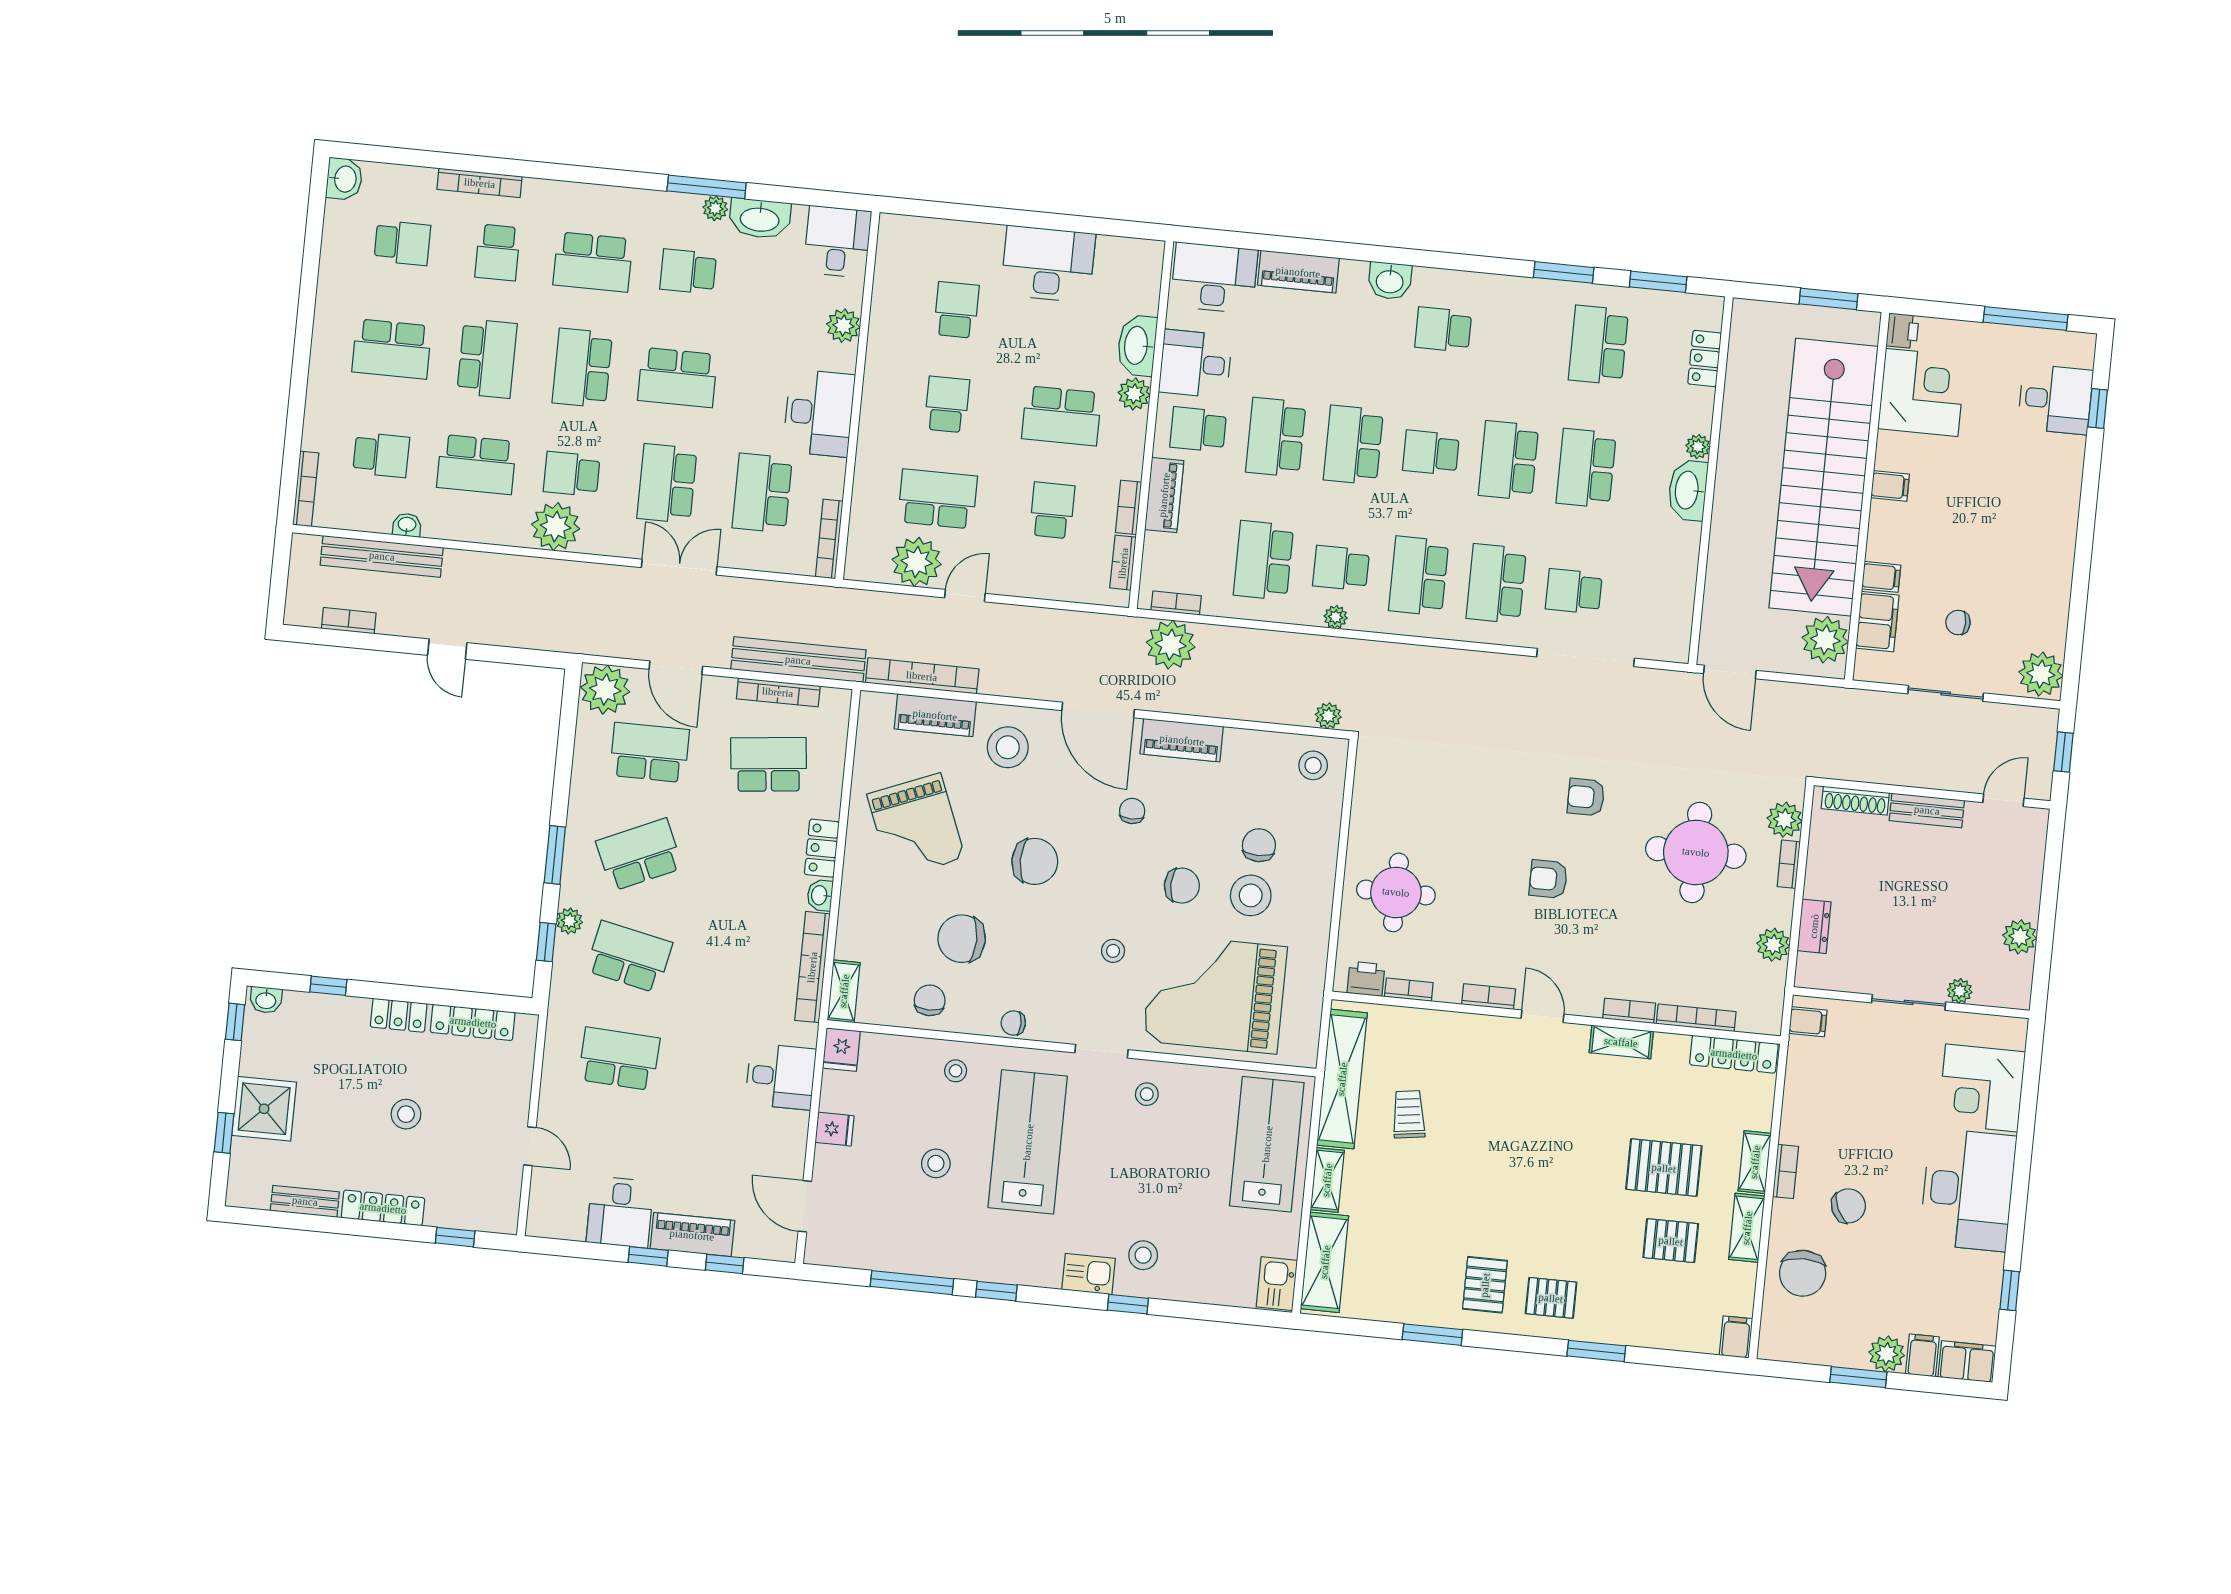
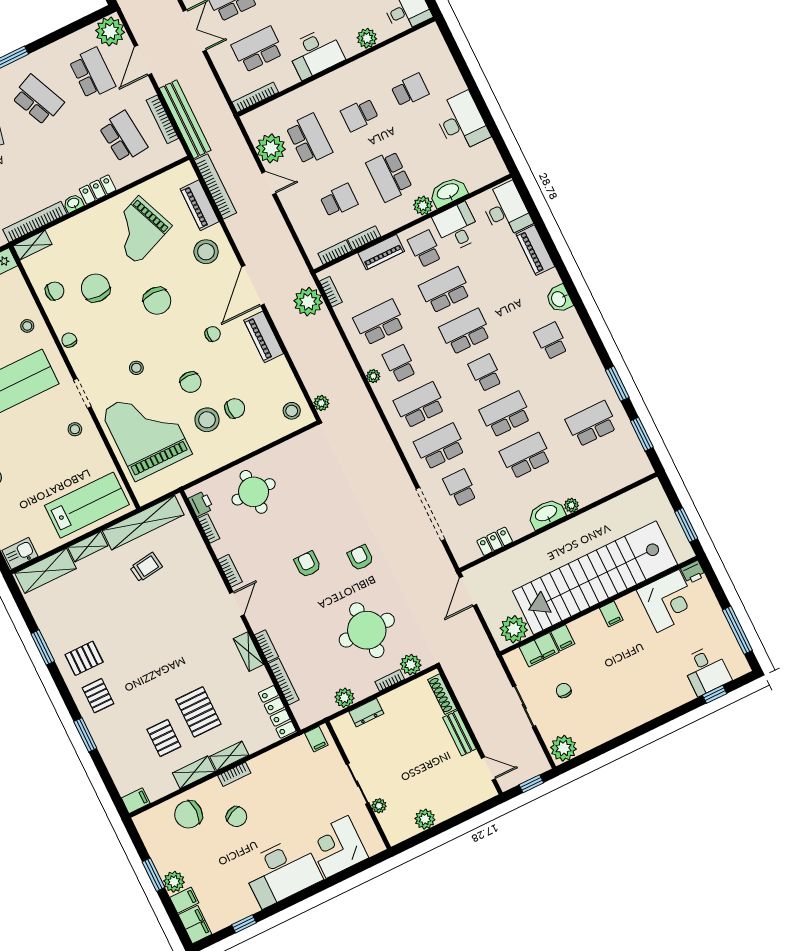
locker: (1705, 358) -> (495, 541), moved
school desk: (947, 404) -> (359, 115), turned 180

